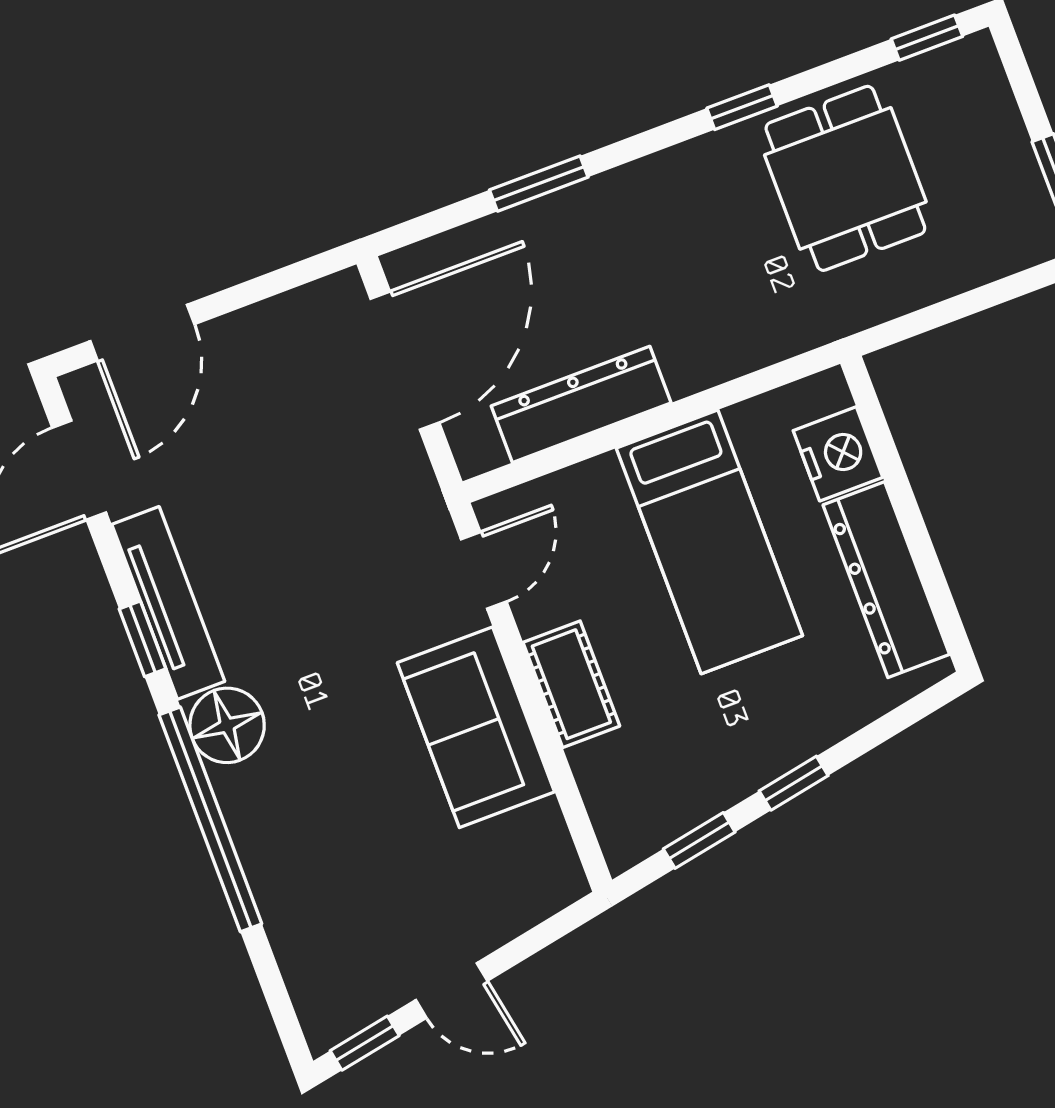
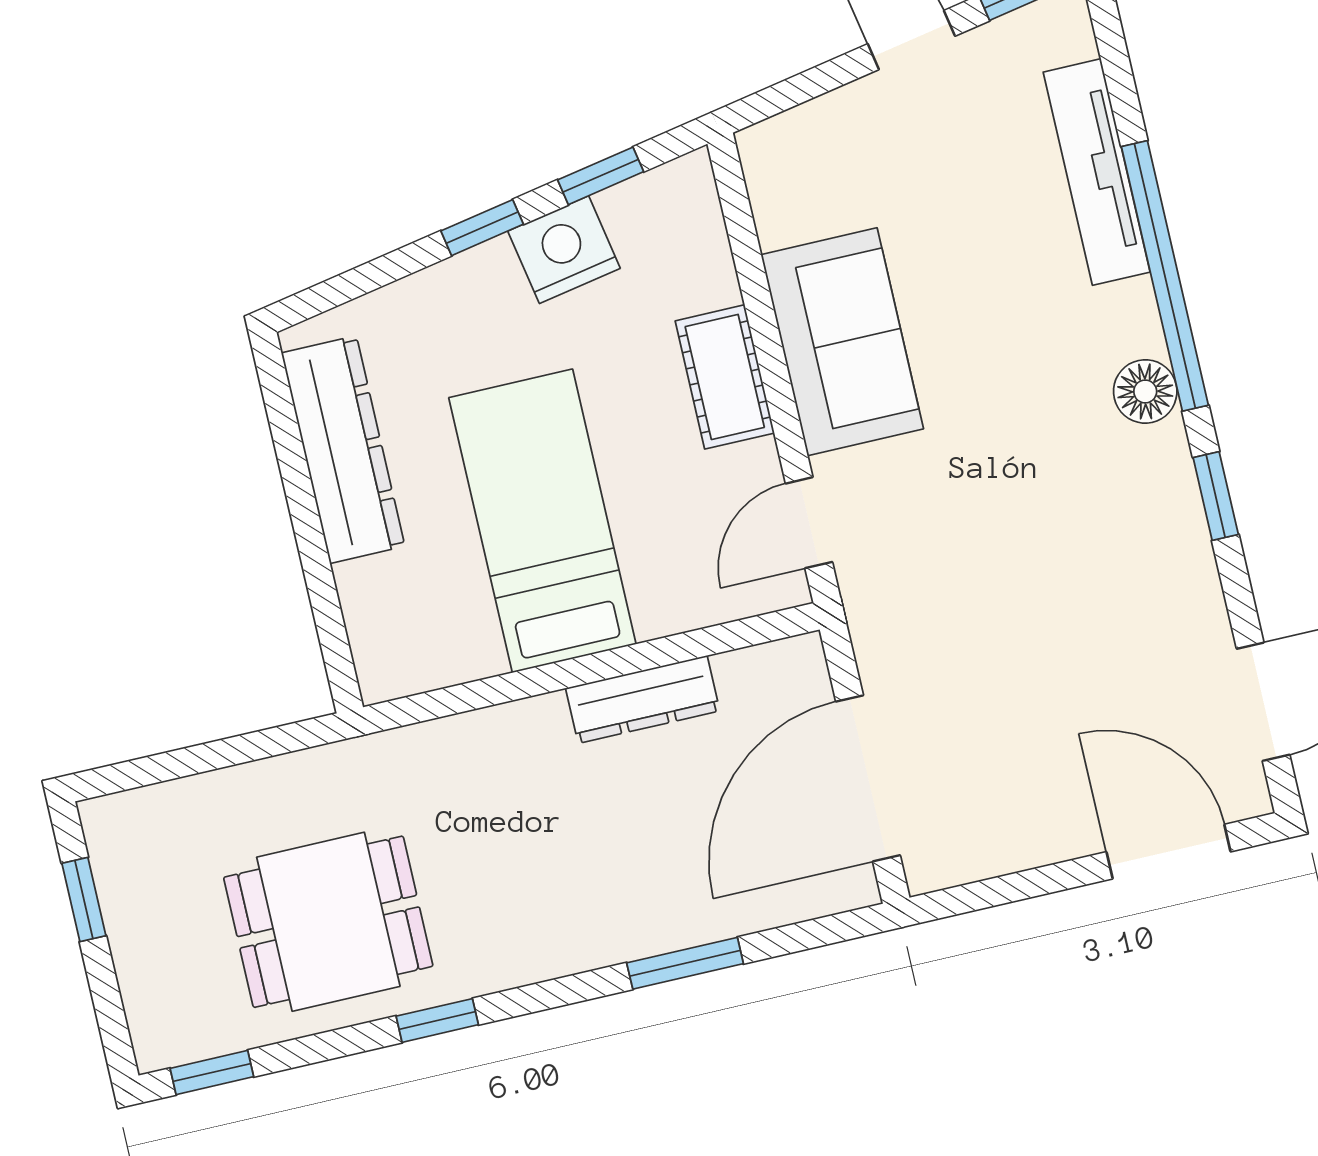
dining table: (845, 178) -> (328, 922), turned 90
door: (142, 333) -> (1168, 852), hinge flipped
dresser: (581, 404) -> (643, 699), width x0.73, depth x0.80
nightstand: (838, 454) -> (564, 250), moved, turned 79
tv unit: (168, 603) -> (1097, 172), moved
floor lamp: (227, 725) -> (1145, 391), width x0.73, depth x0.73

